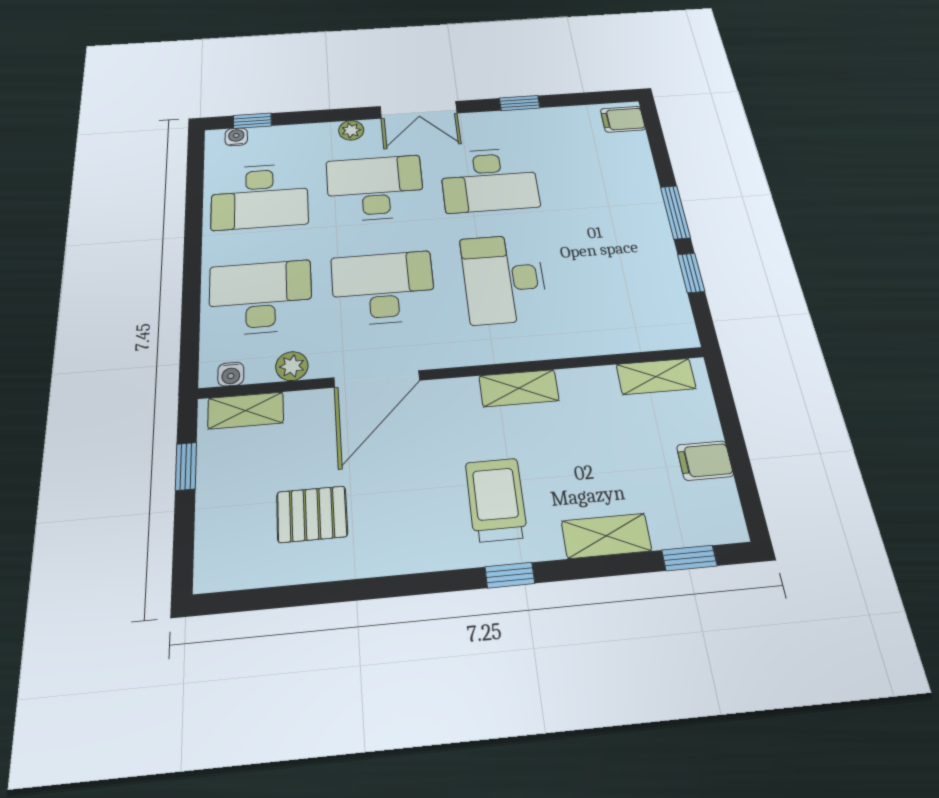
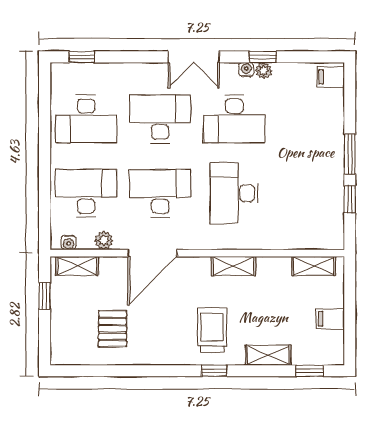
plant: (351, 130) -> (264, 71), moved
water cooler: (236, 137) -> (246, 70), moved
pallet: (312, 514) -> (113, 329), turned 90

